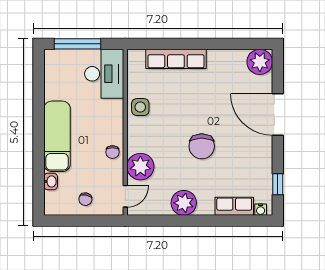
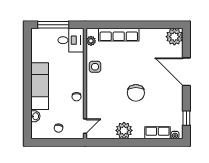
desk: (104, 74) -> (71, 40), width x0.73
plant: (140, 167) -> (91, 41), moved, width x0.53, depth x0.53

